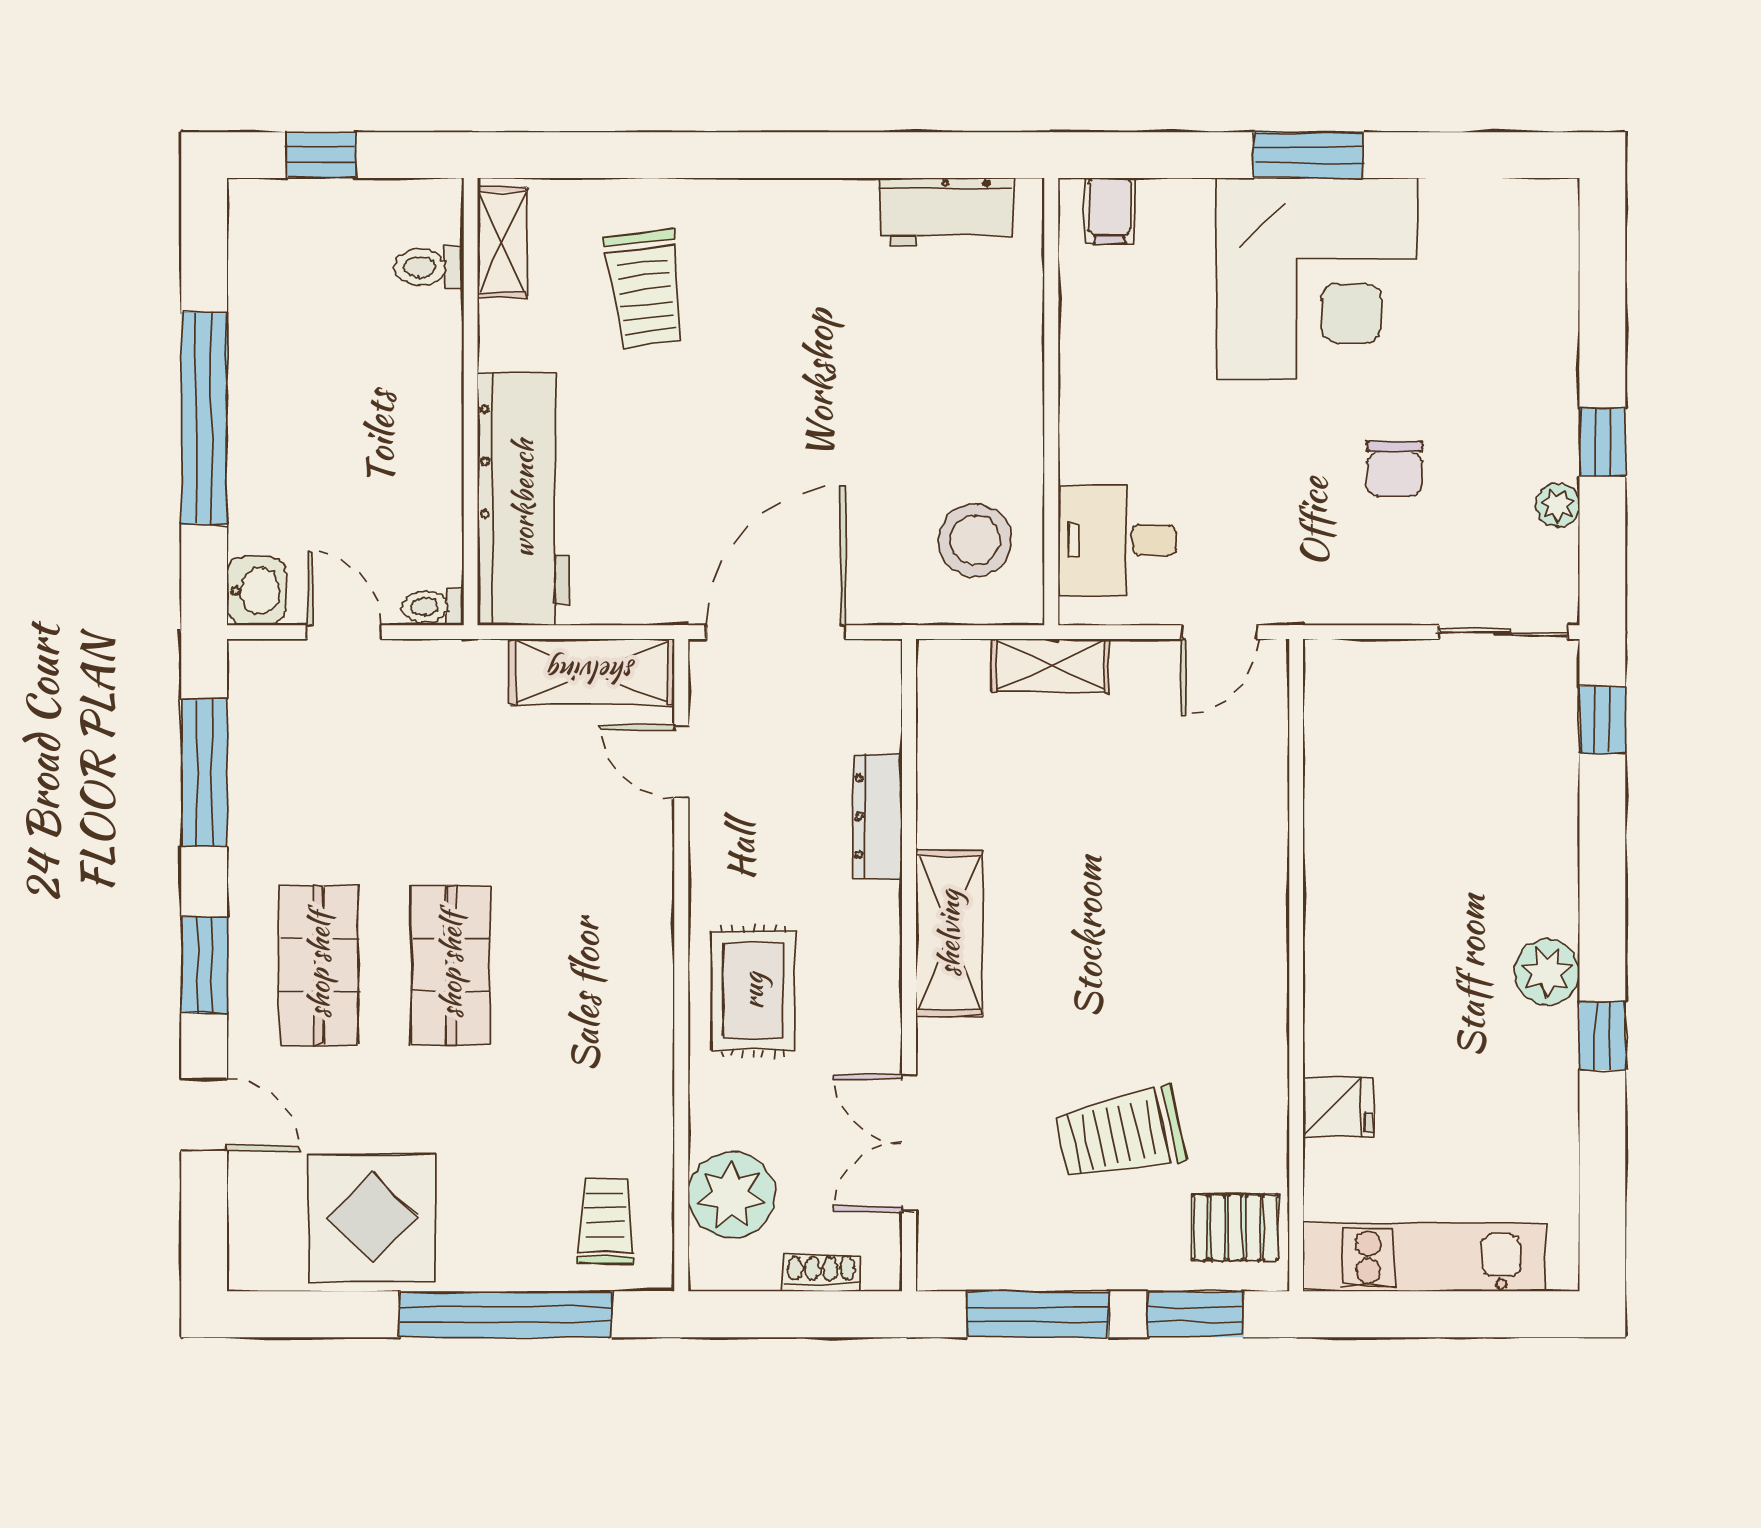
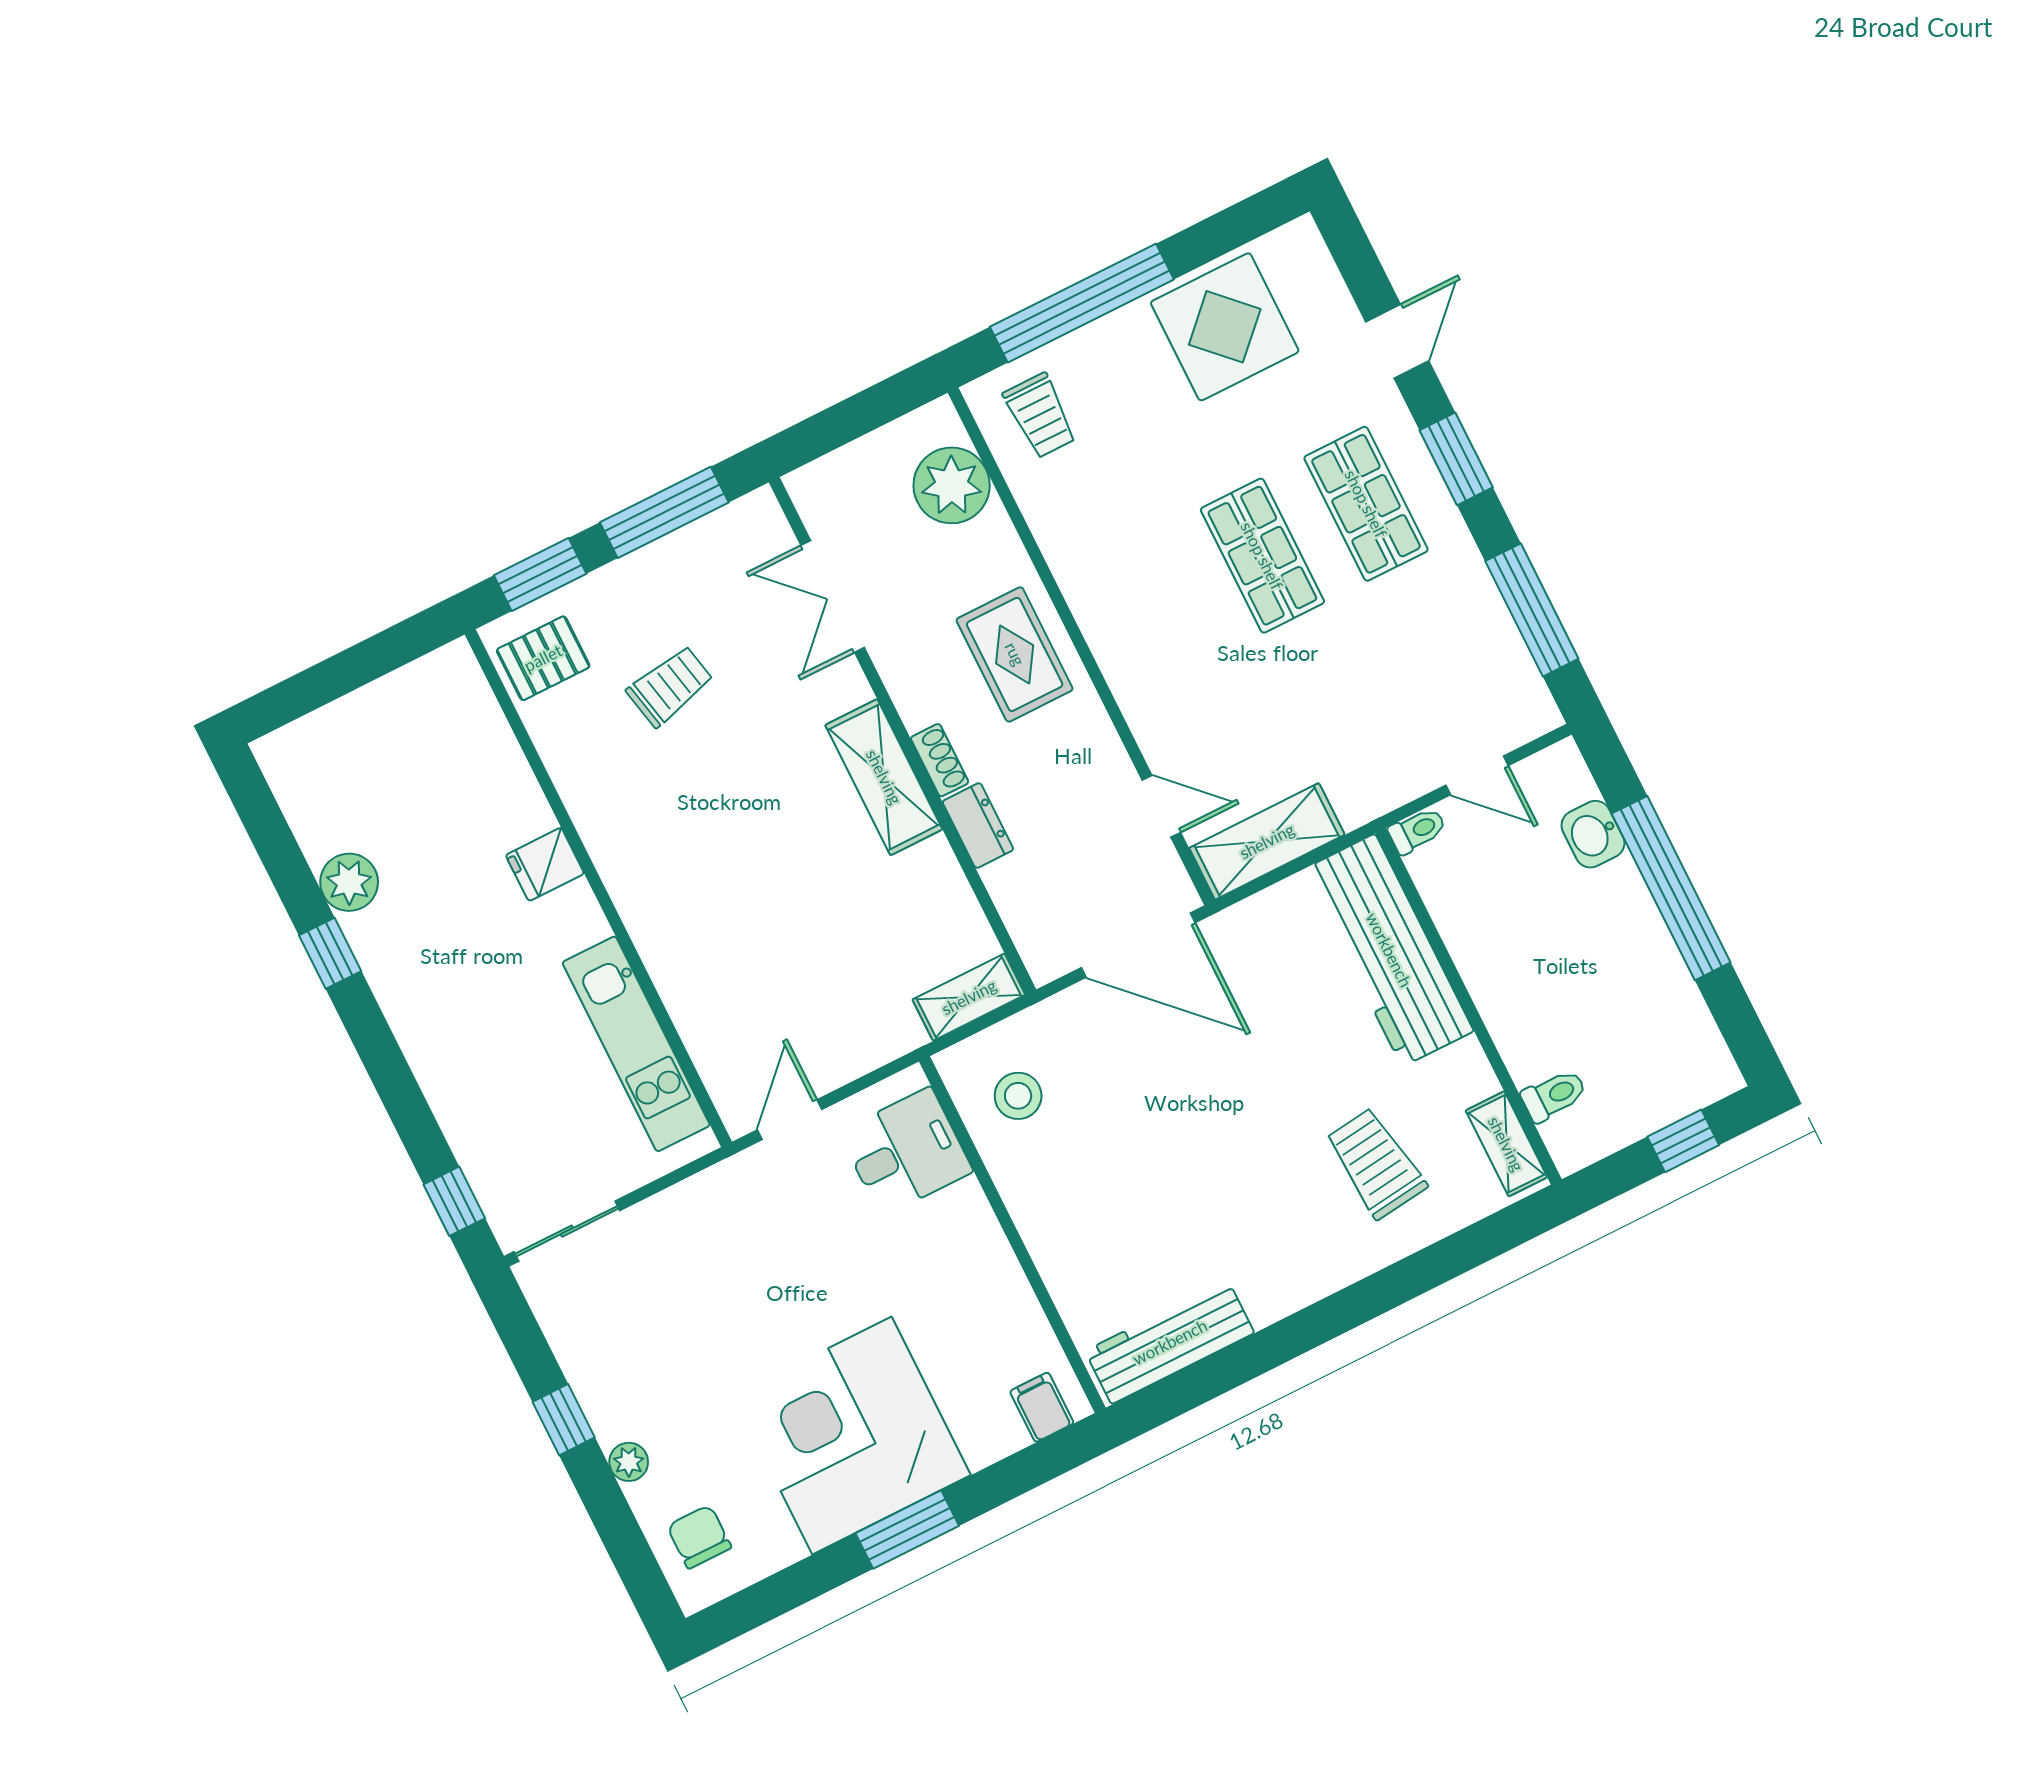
workbench: (946, 212) -> (1170, 1342), width x1.38
chair: (1395, 469) -> (699, 1537), moved
plant: (1558, 505) -> (629, 1462), moved
stool: (975, 540) -> (1018, 1096), width x0.73, depth x0.73
washbasin: (256, 591) -> (1593, 834), moved
door: (776, 632) -> (1138, 945), hinge flipped
shelving: (1050, 665) -> (969, 997), moved
dresser: (878, 817) -> (978, 826), width x0.70
plant: (1547, 972) -> (349, 882), moved
fridge: (1338, 1107) -> (545, 864), moved
door: (204, 1115) -> (1397, 341), swing flipped
trolley: (1120, 1134) -> (670, 686), width x0.73, depth x0.72
double door: (909, 1143) -> (833, 596), swing flipped
kitchen unit: (1424, 1257) -> (636, 1044), moved, turned 90
shoe rack: (821, 1273) -> (940, 760), moved, turned -90

